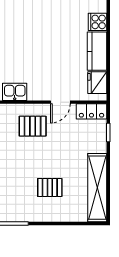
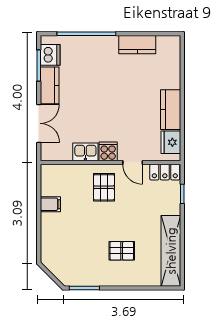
cooker: (98, 22) -> (108, 151), moved, turned 90
door: (60, 102) -> (133, 163), hinge flipped
pallet: (33, 126) -> (104, 187), turned 90

